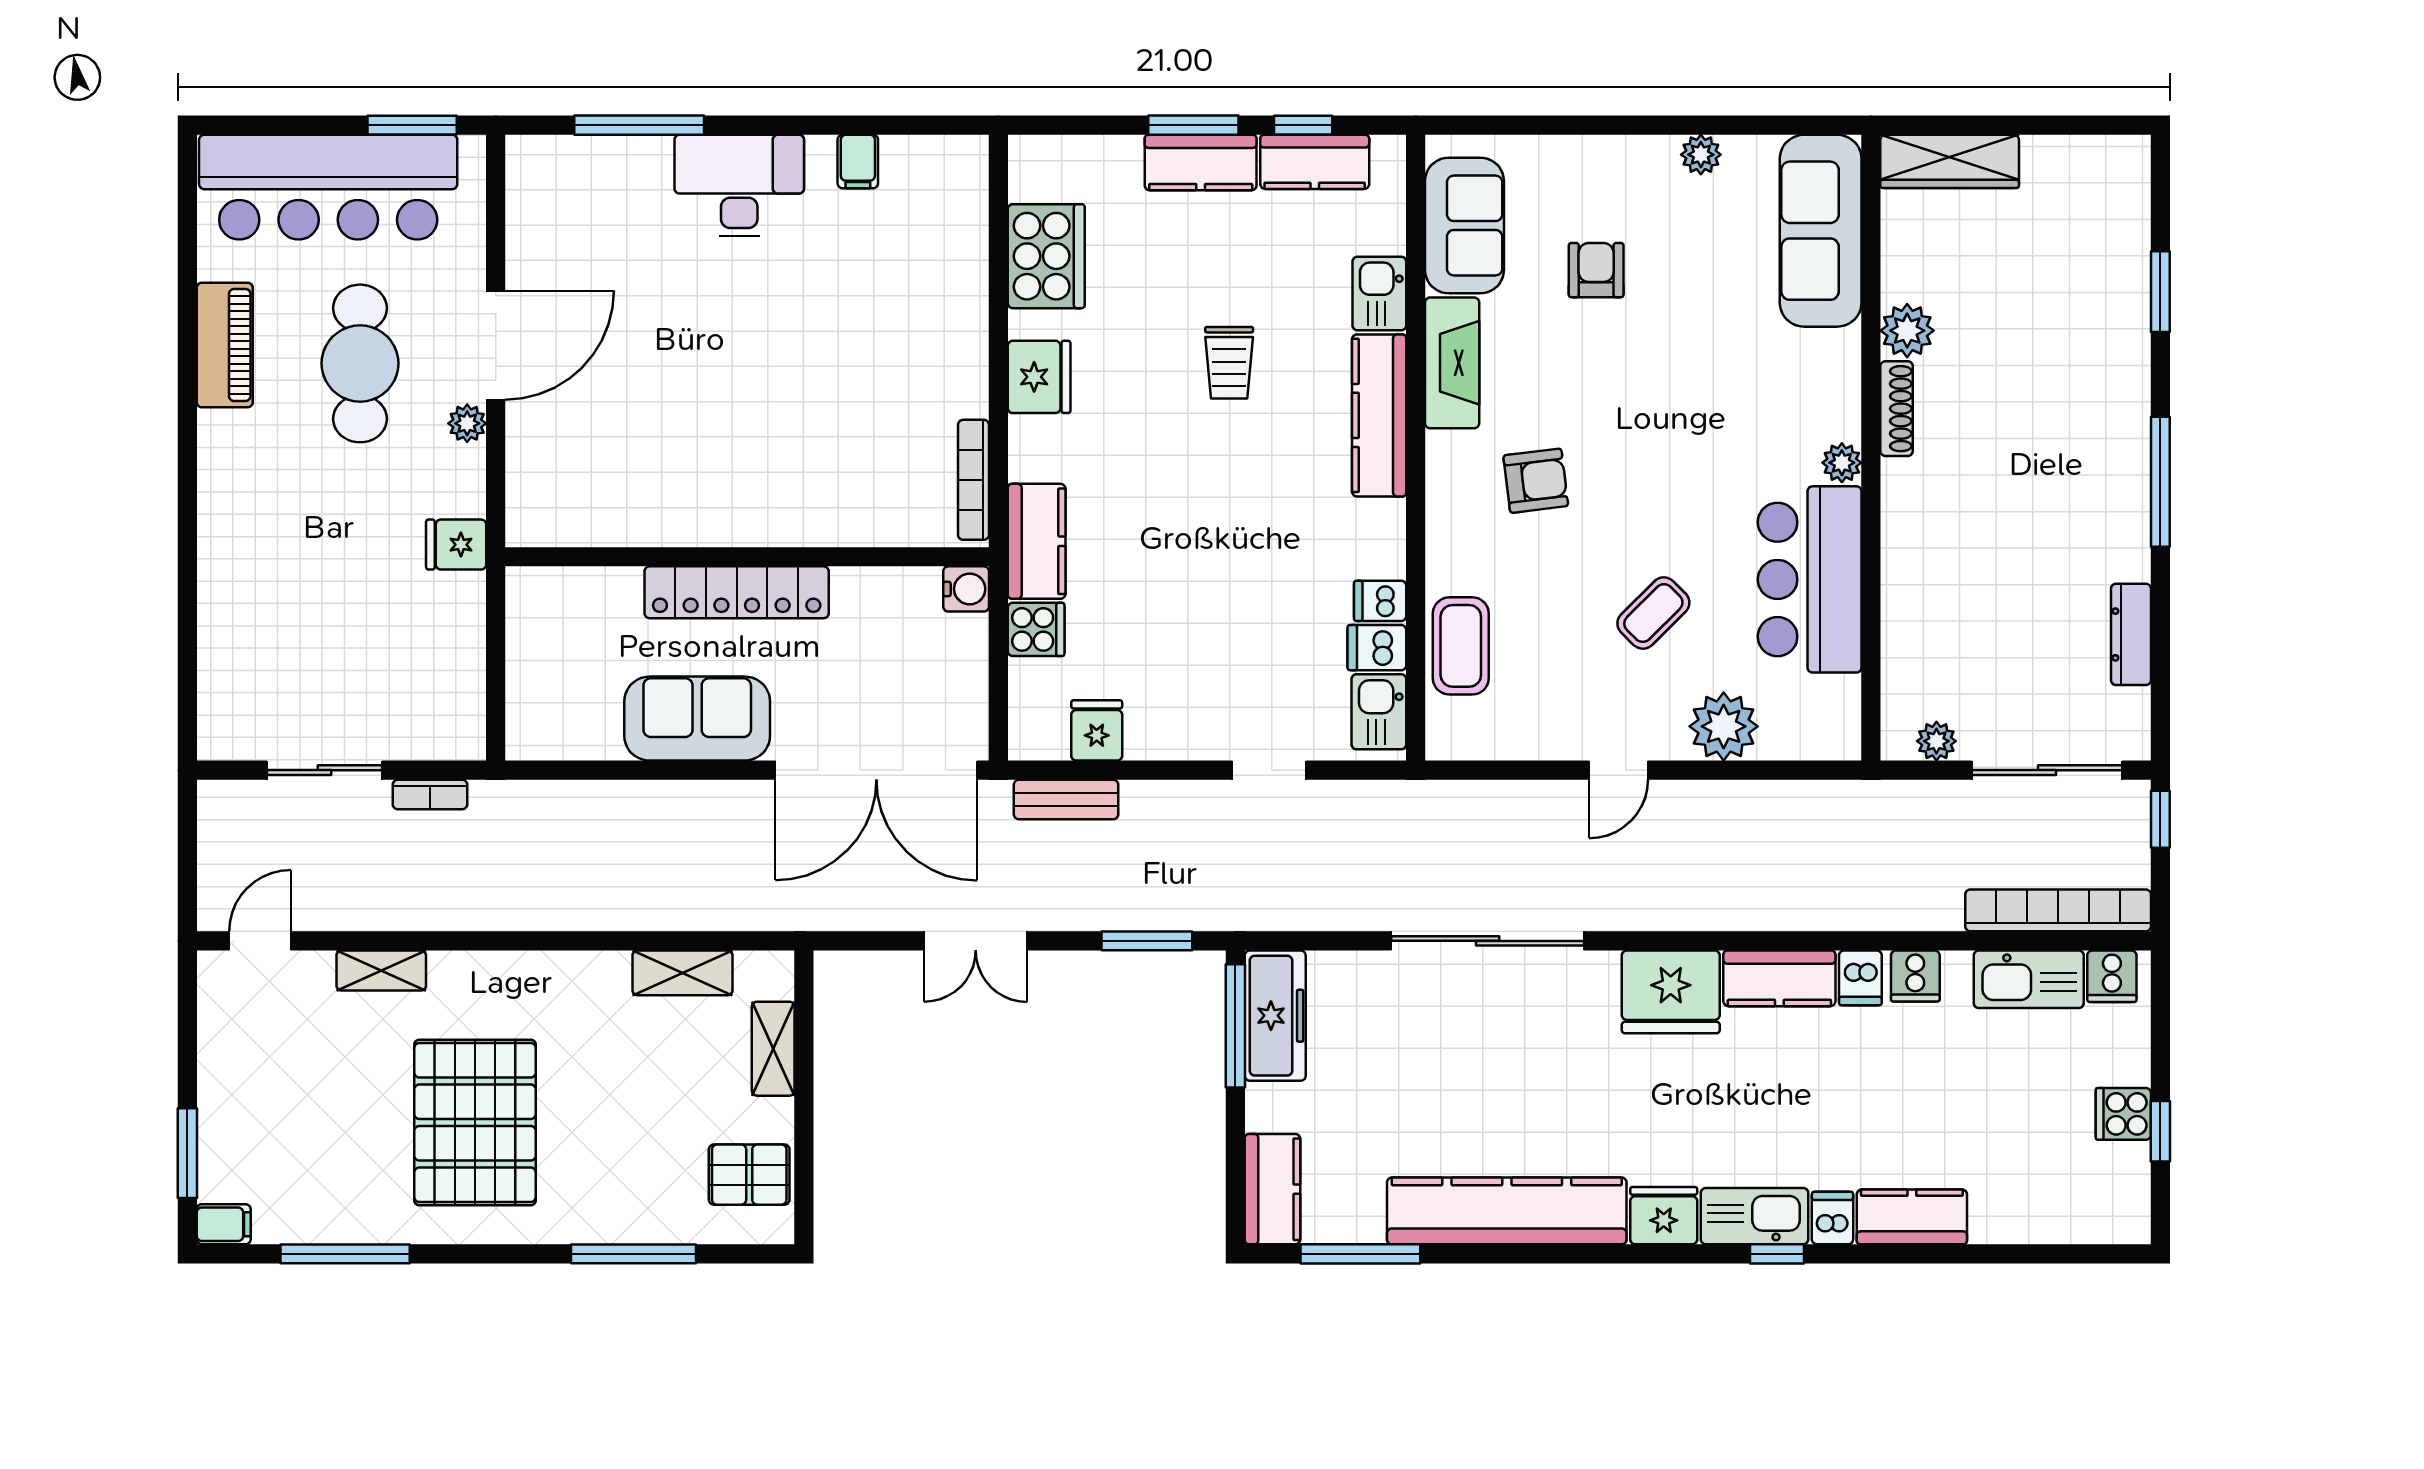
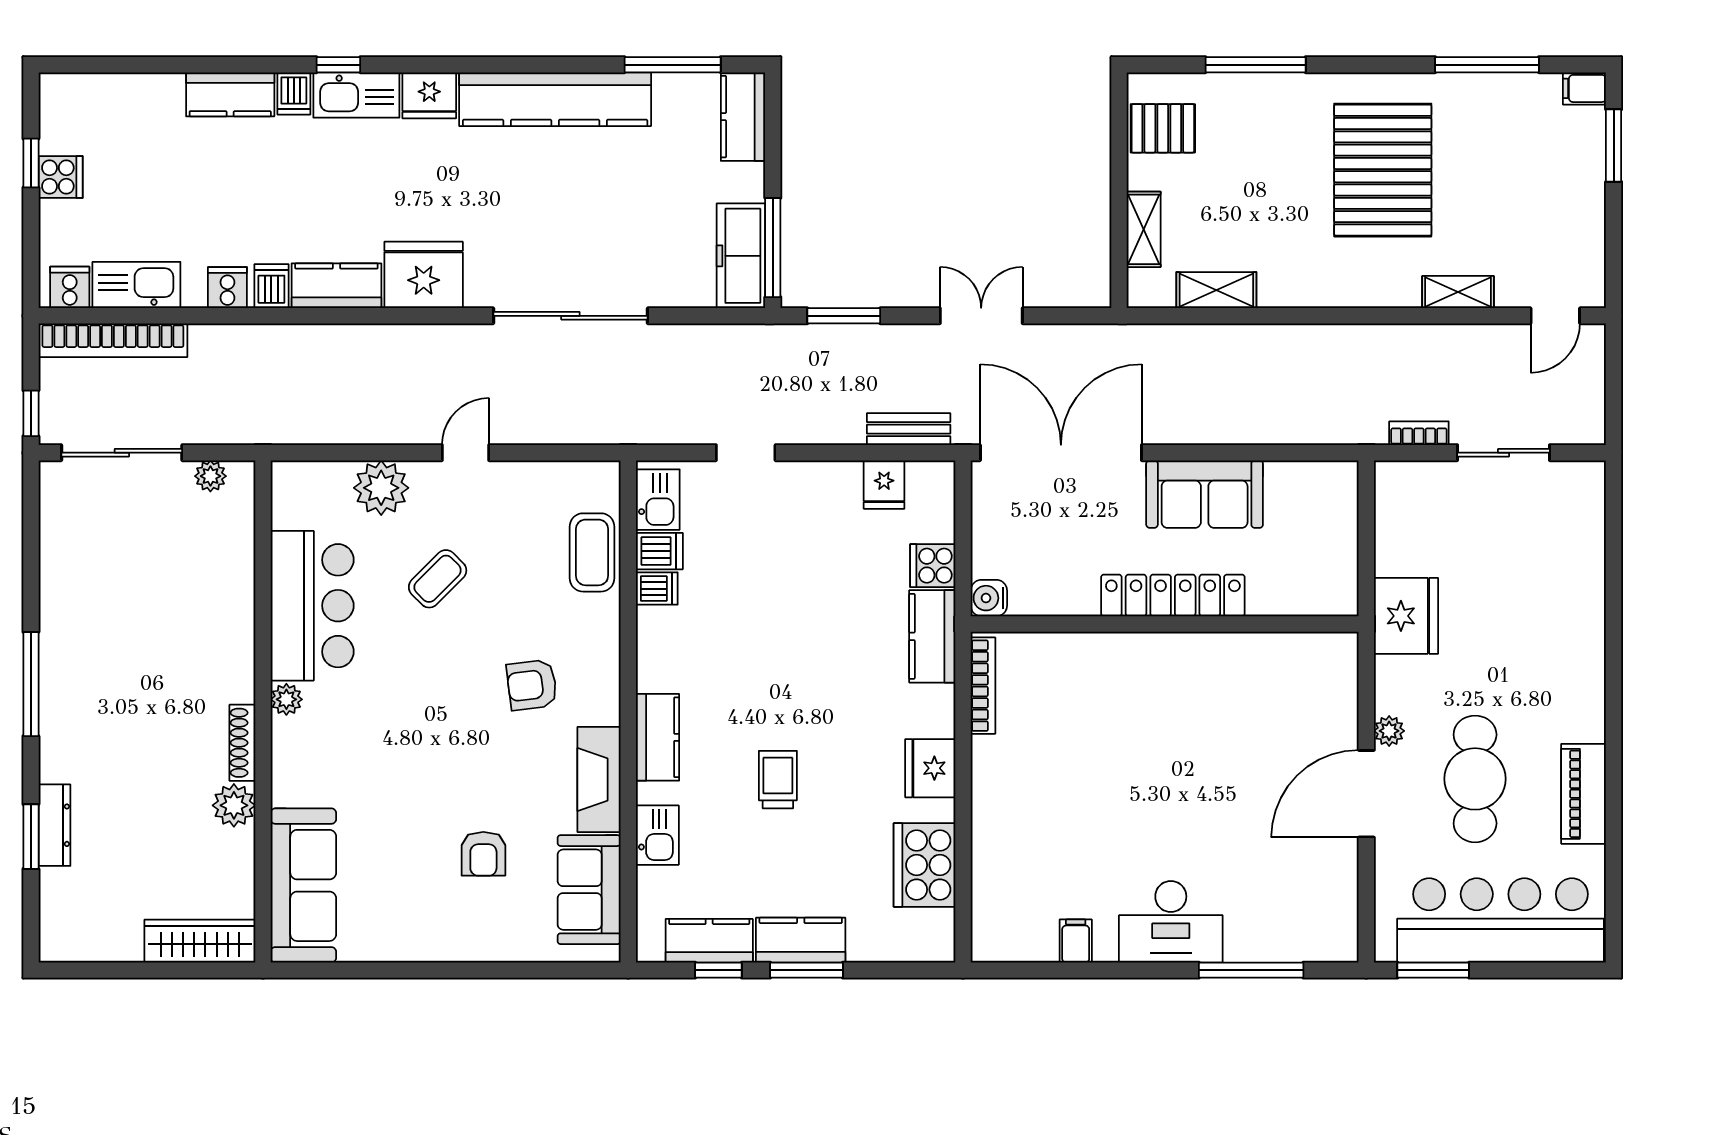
plant: (1701, 155) -> (399, 947), removed
kitchen counter: (1379, 415) -> (658, 737), width x0.67
fridge: (456, 545) -> (1406, 616), width x1.88, depth x1.34
dresser: (2131, 634) -> (54, 825), moved

